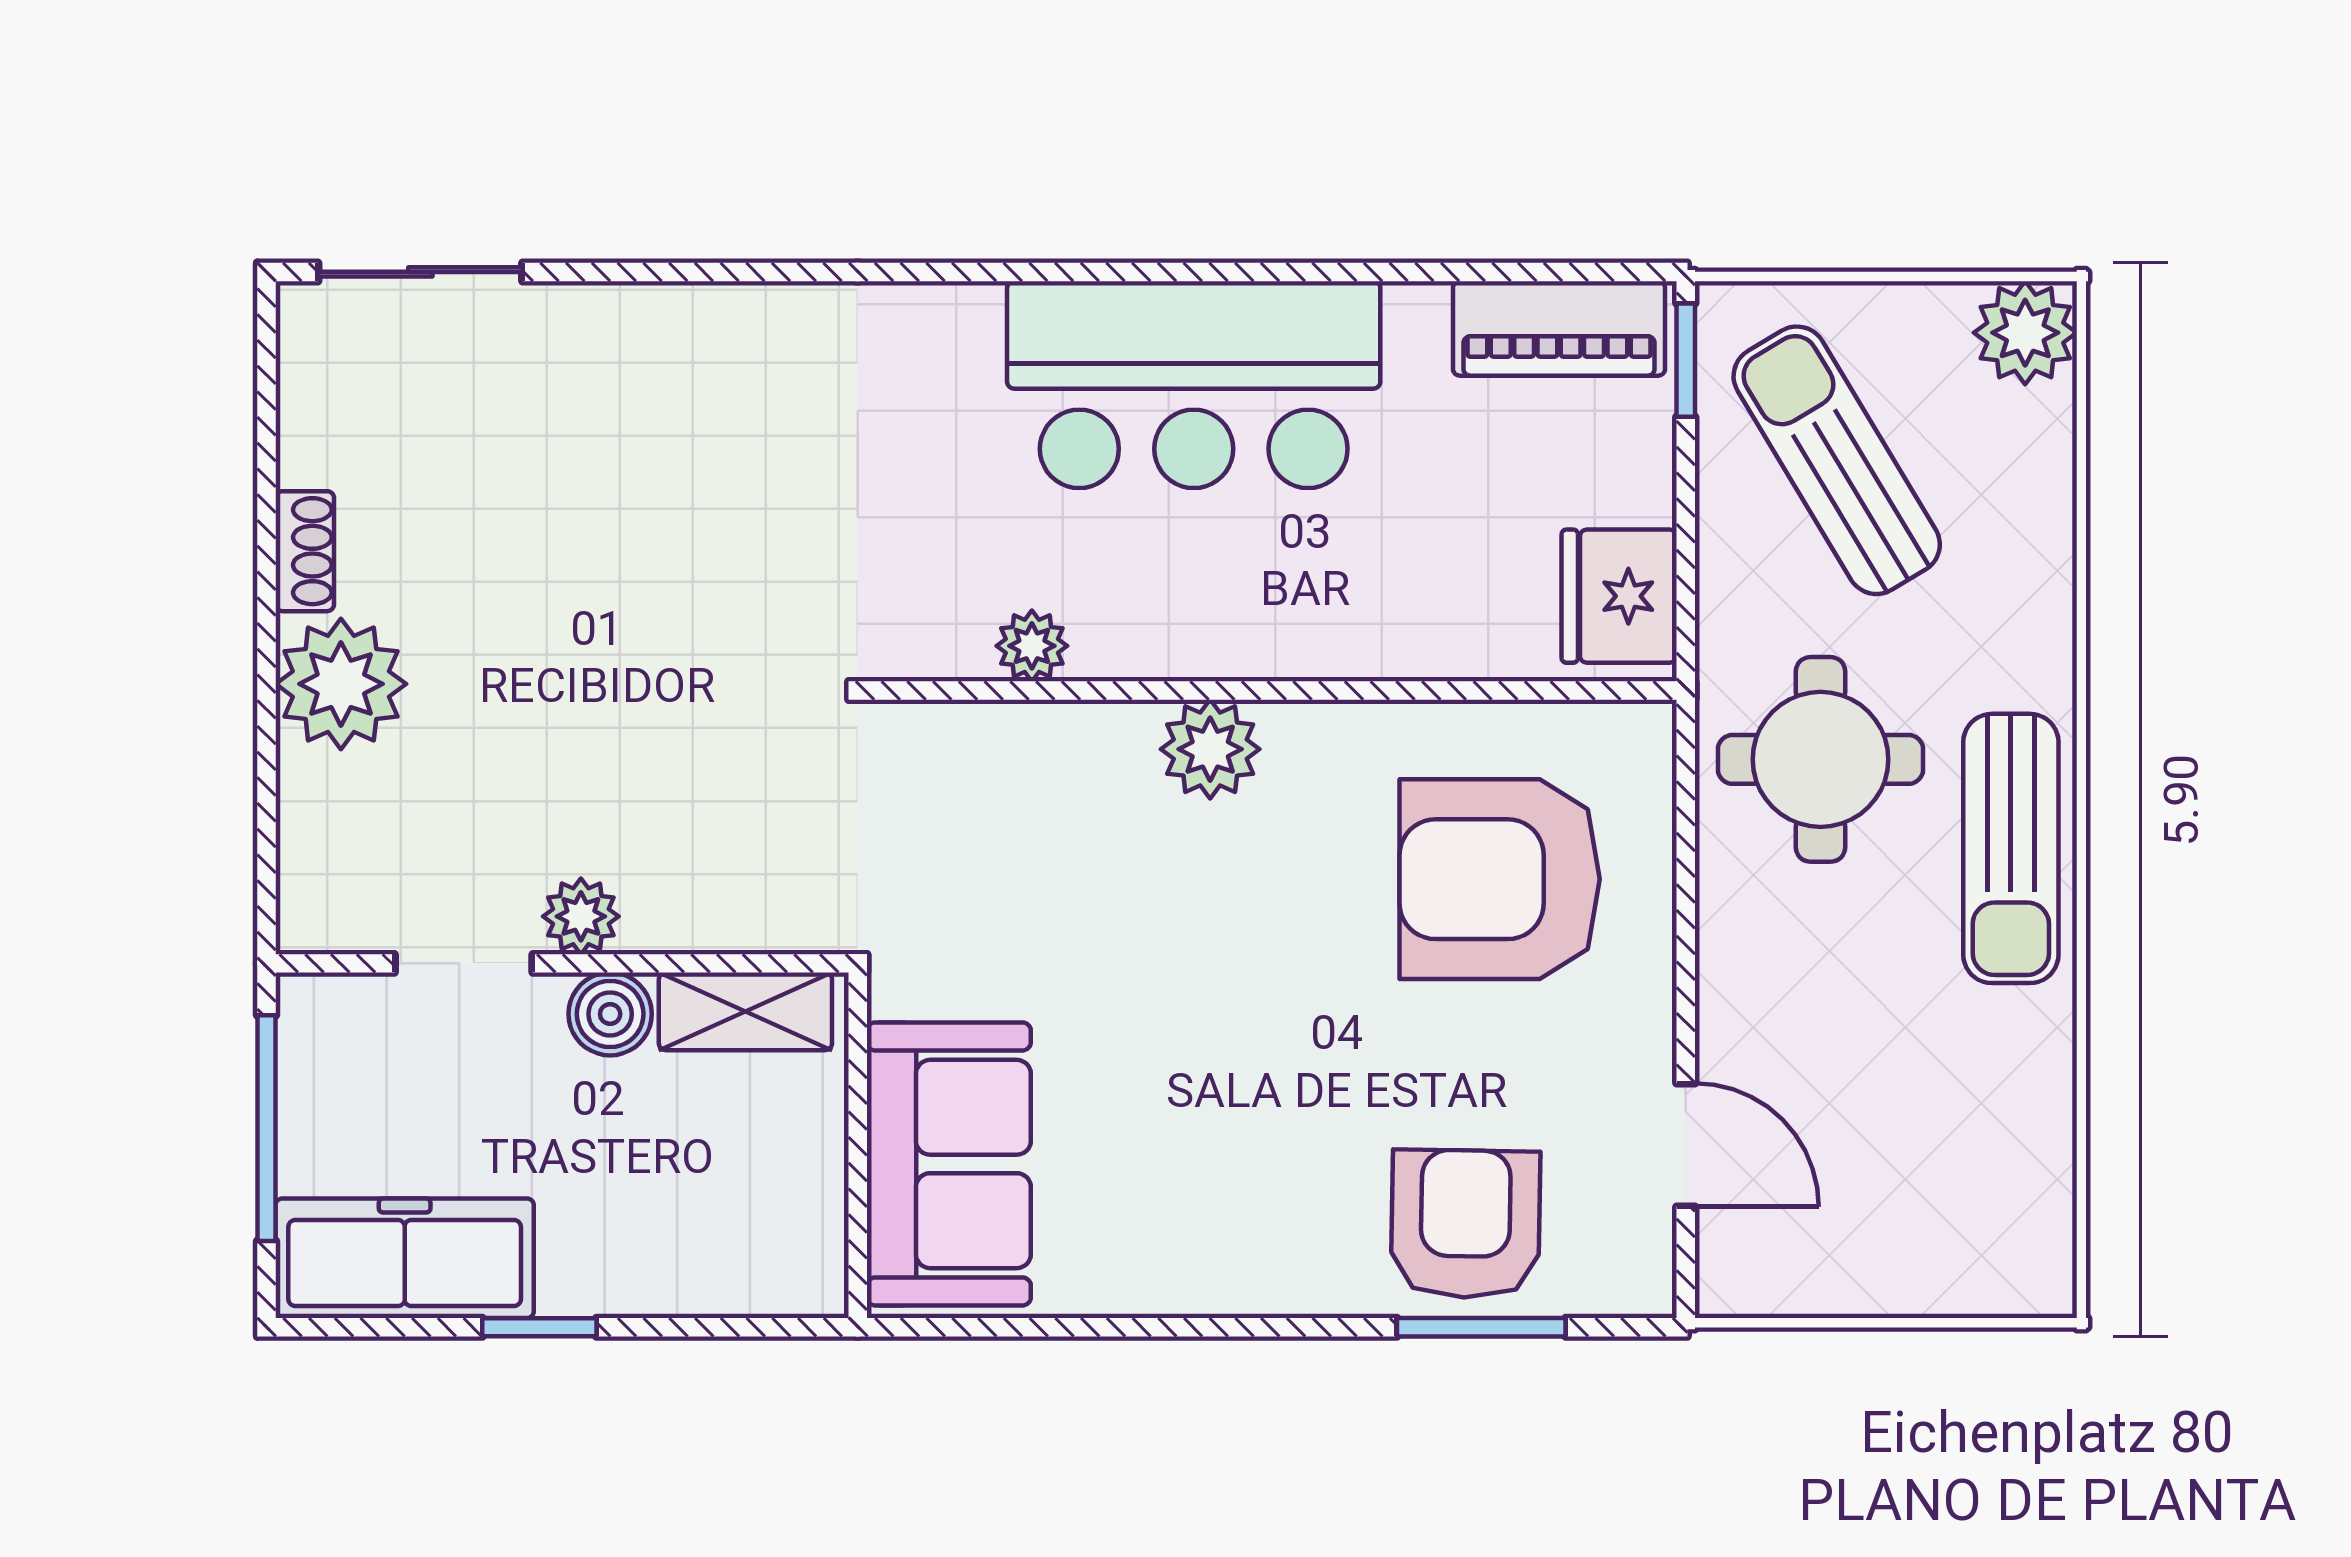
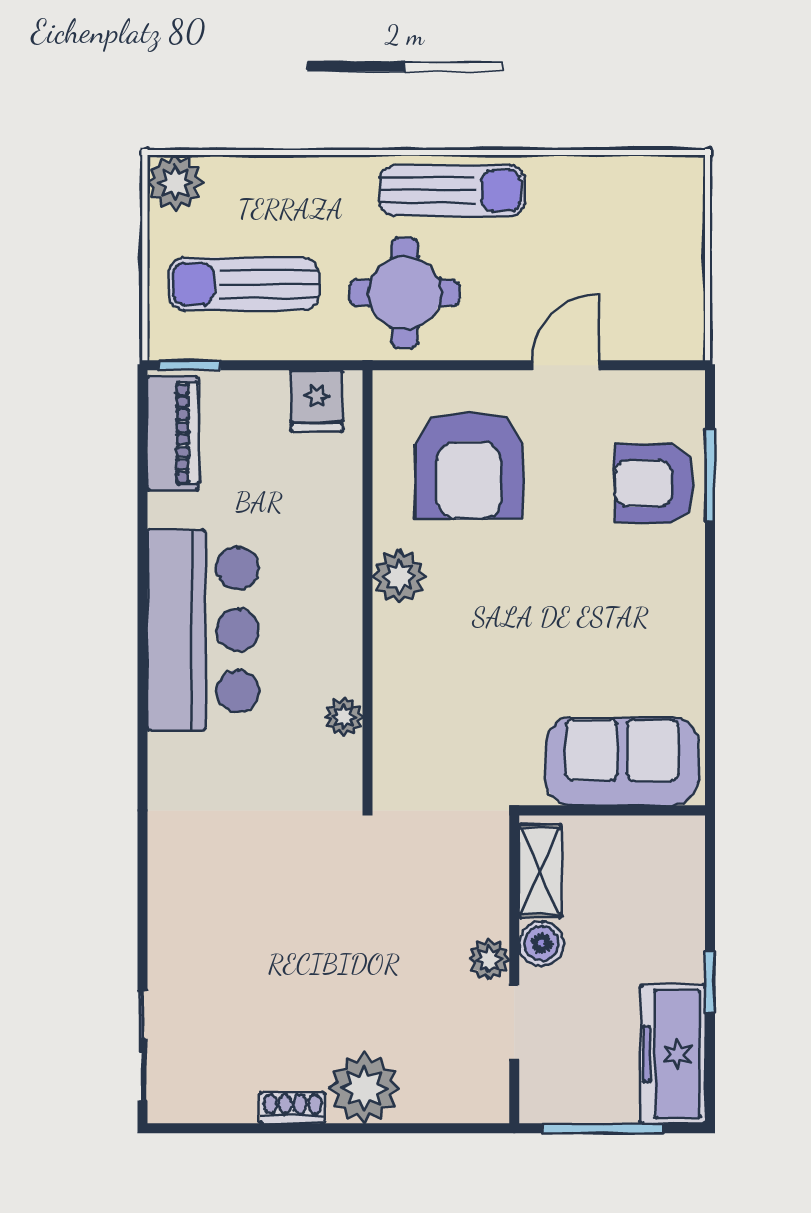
sun lounger: (1837, 460) -> (244, 284), turned 31
fridge: (1619, 596) -> (317, 401), width x0.72
plant: (1210, 749) -> (399, 576), moved
door: (1686, 1145) -> (566, 365), moved

